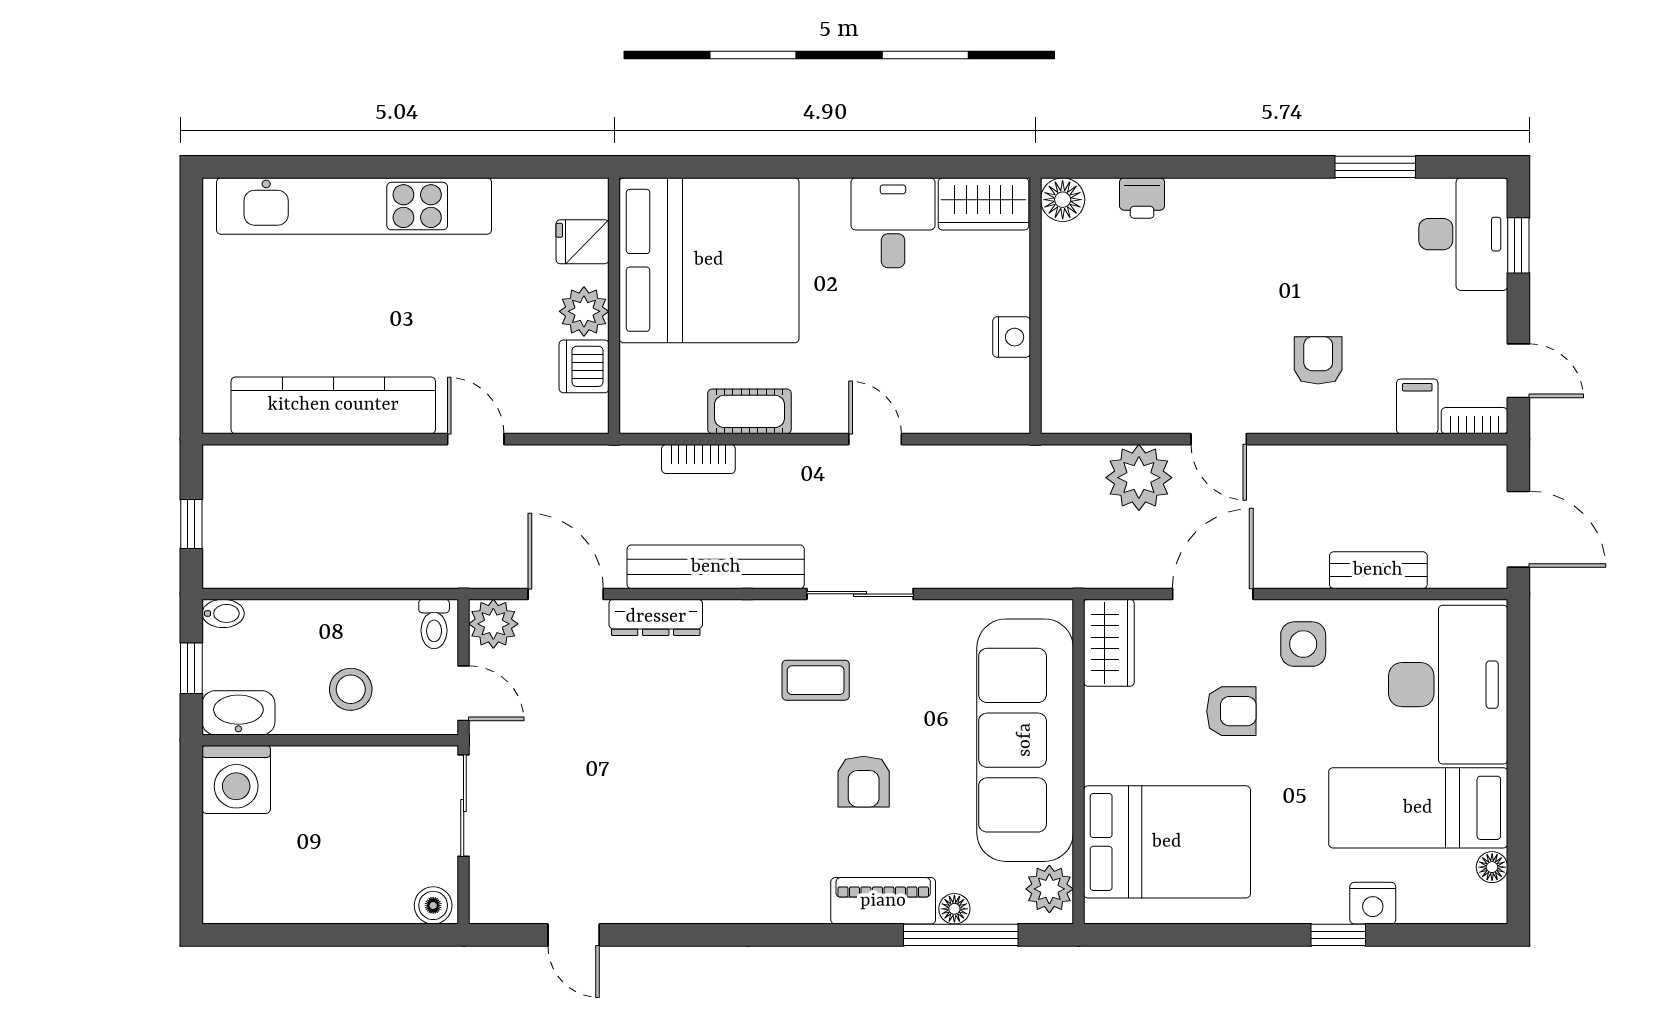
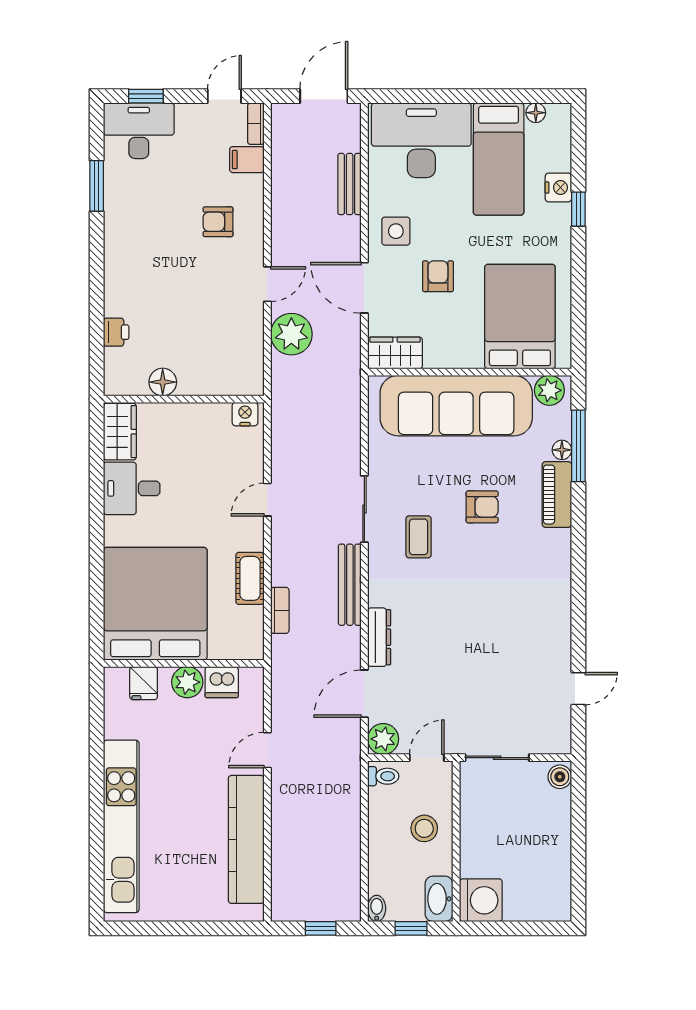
floor lamp: (1063, 200) -> (163, 382), moved
nightstand: (1012, 337) -> (245, 414), moved
bench: (716, 567) -> (350, 585), width x0.73, depth x0.82

